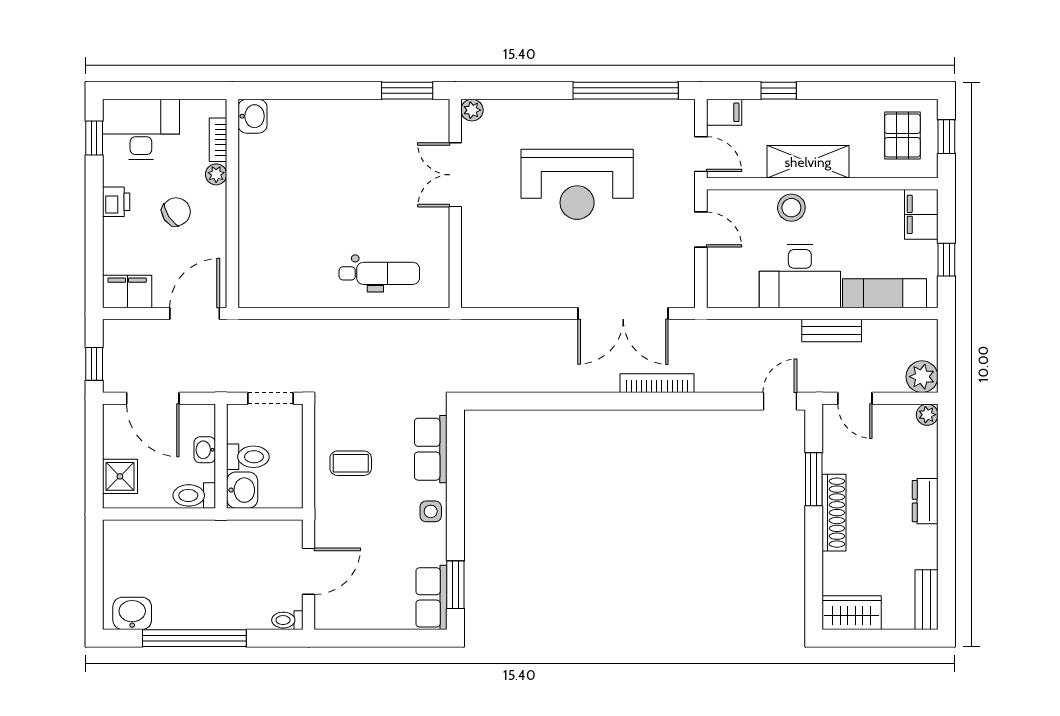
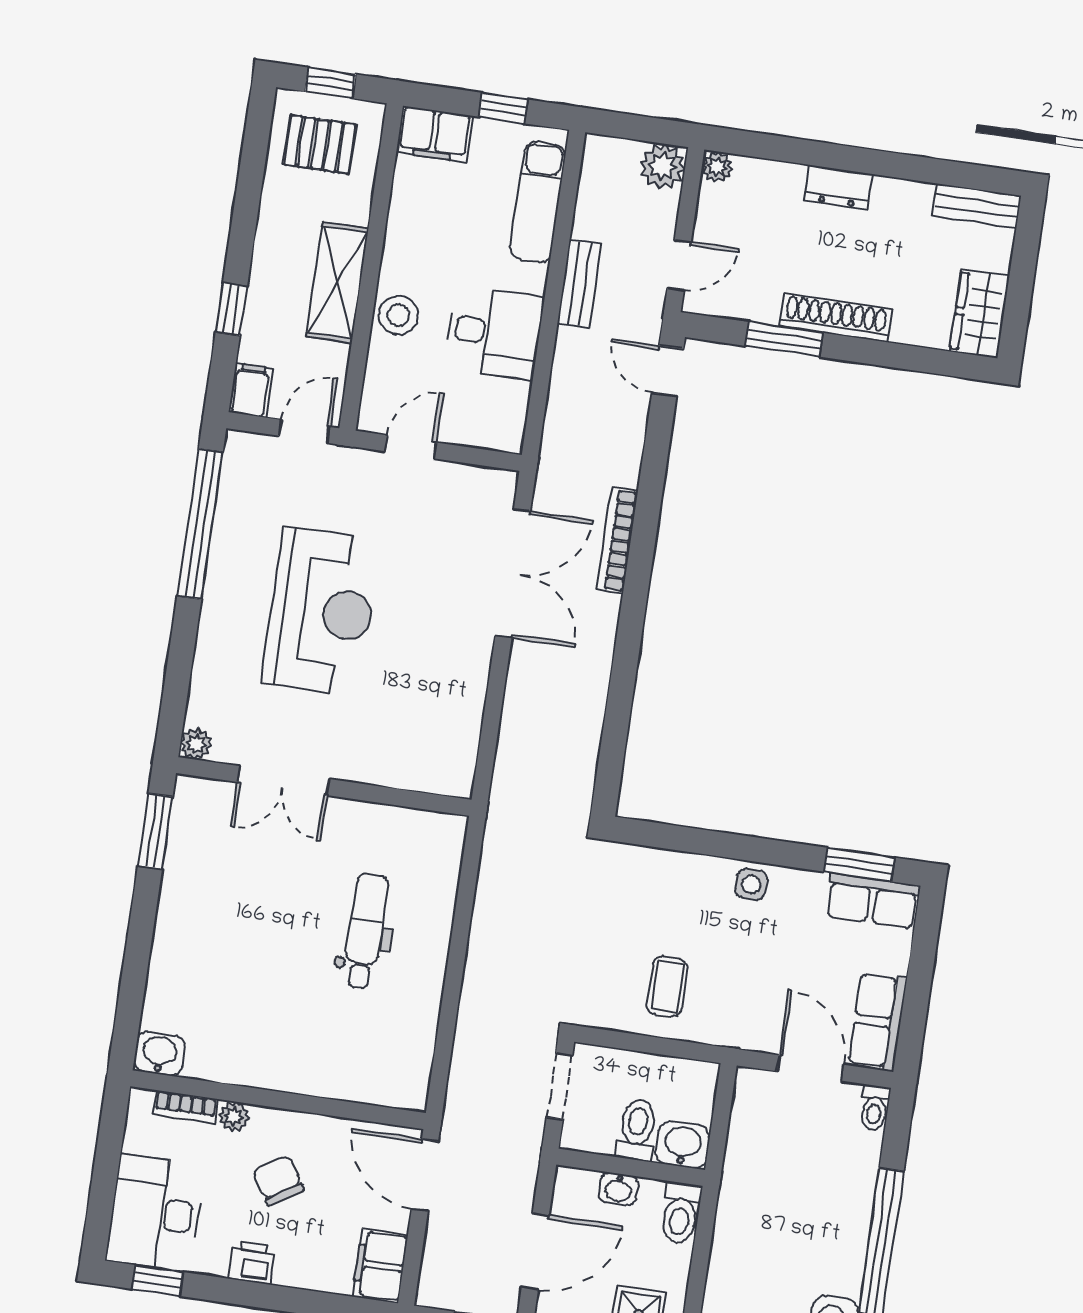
dental chair: (379, 273) -> (366, 931), moved
desk: (800, 276) -> (494, 333), width x0.73
row of seats: (431, 449) -> (878, 1021), moved, turned 90

